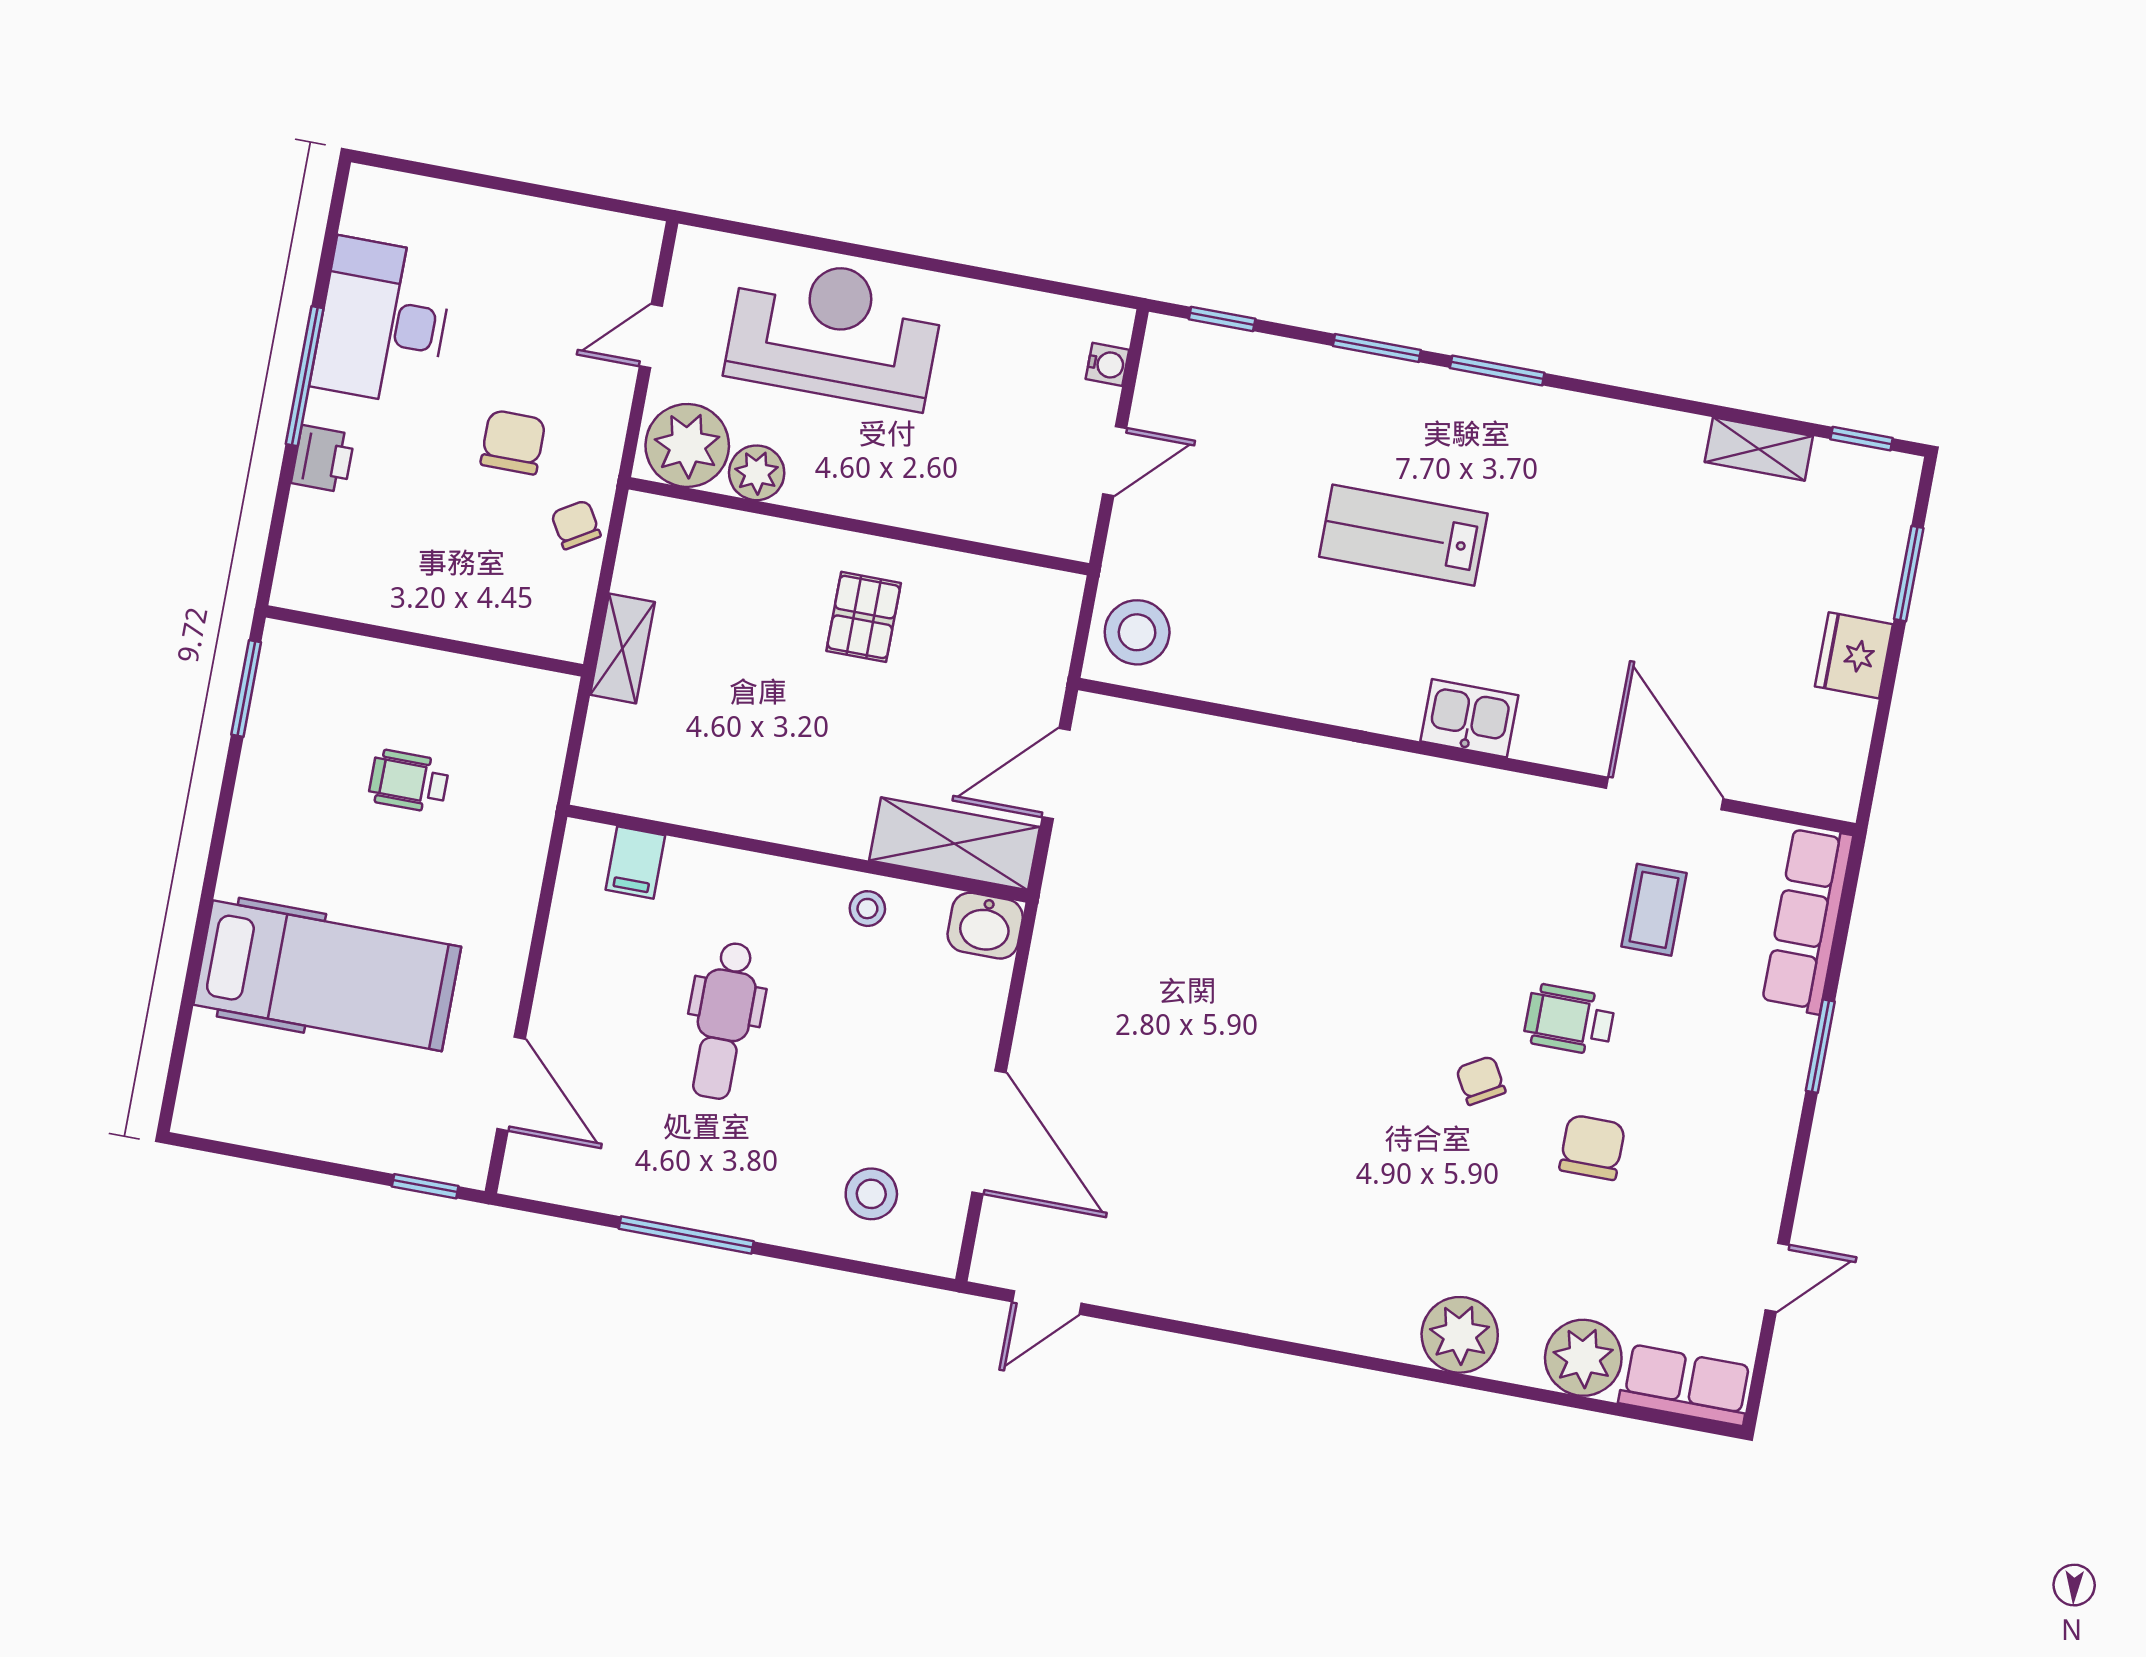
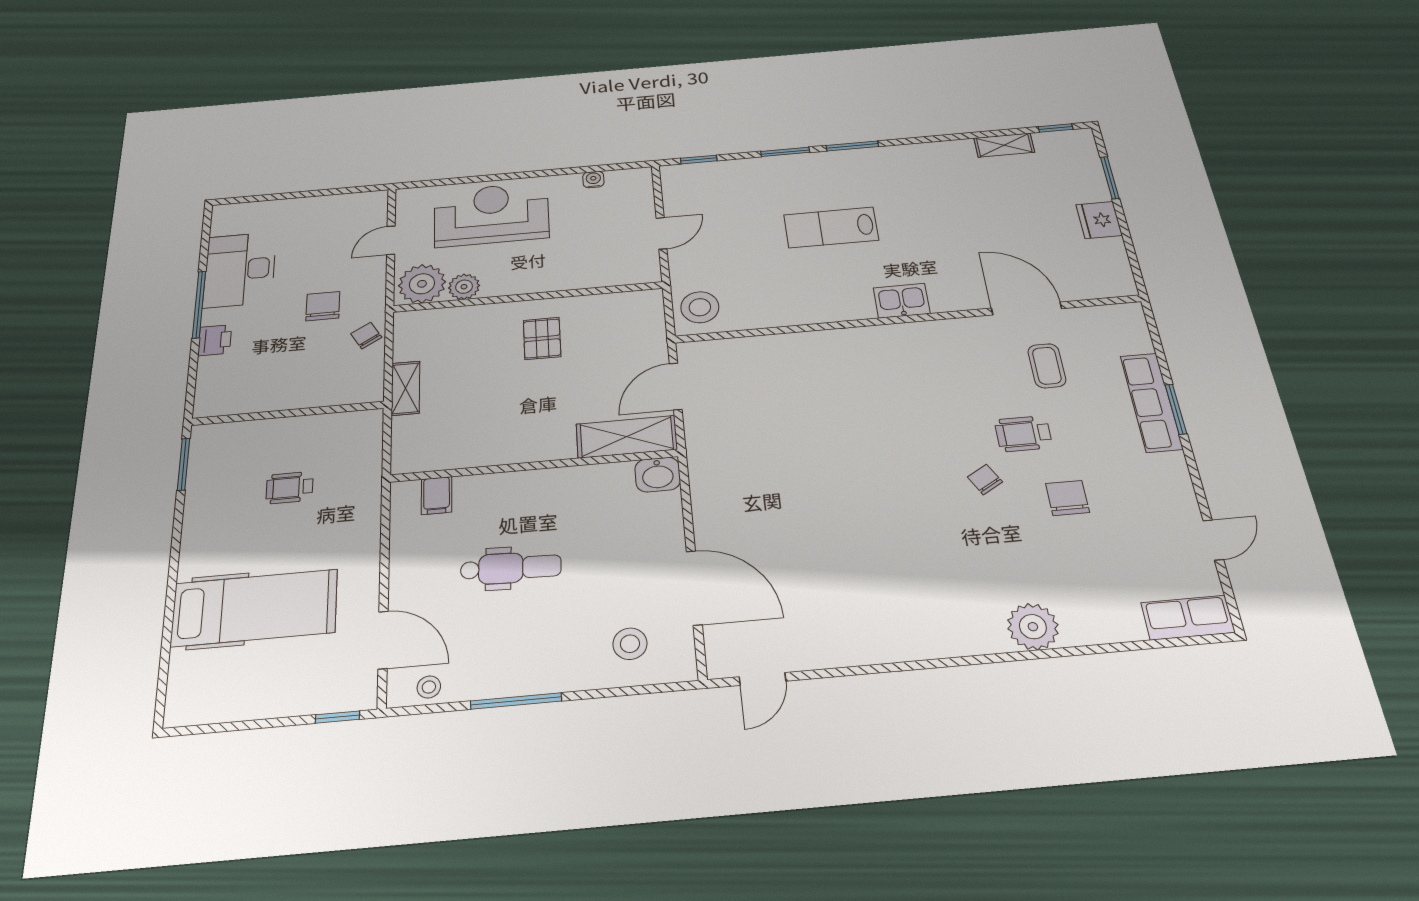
water cooler: (1107, 364) -> (593, 180), moved, turned -90
stool: (867, 909) -> (429, 687), moved
row of seats: (1807, 920) -> (1151, 402), moved
dental chair: (724, 1021) -> (511, 568), turned -88
plant: (1583, 1358) -> (1116, 619), removed

